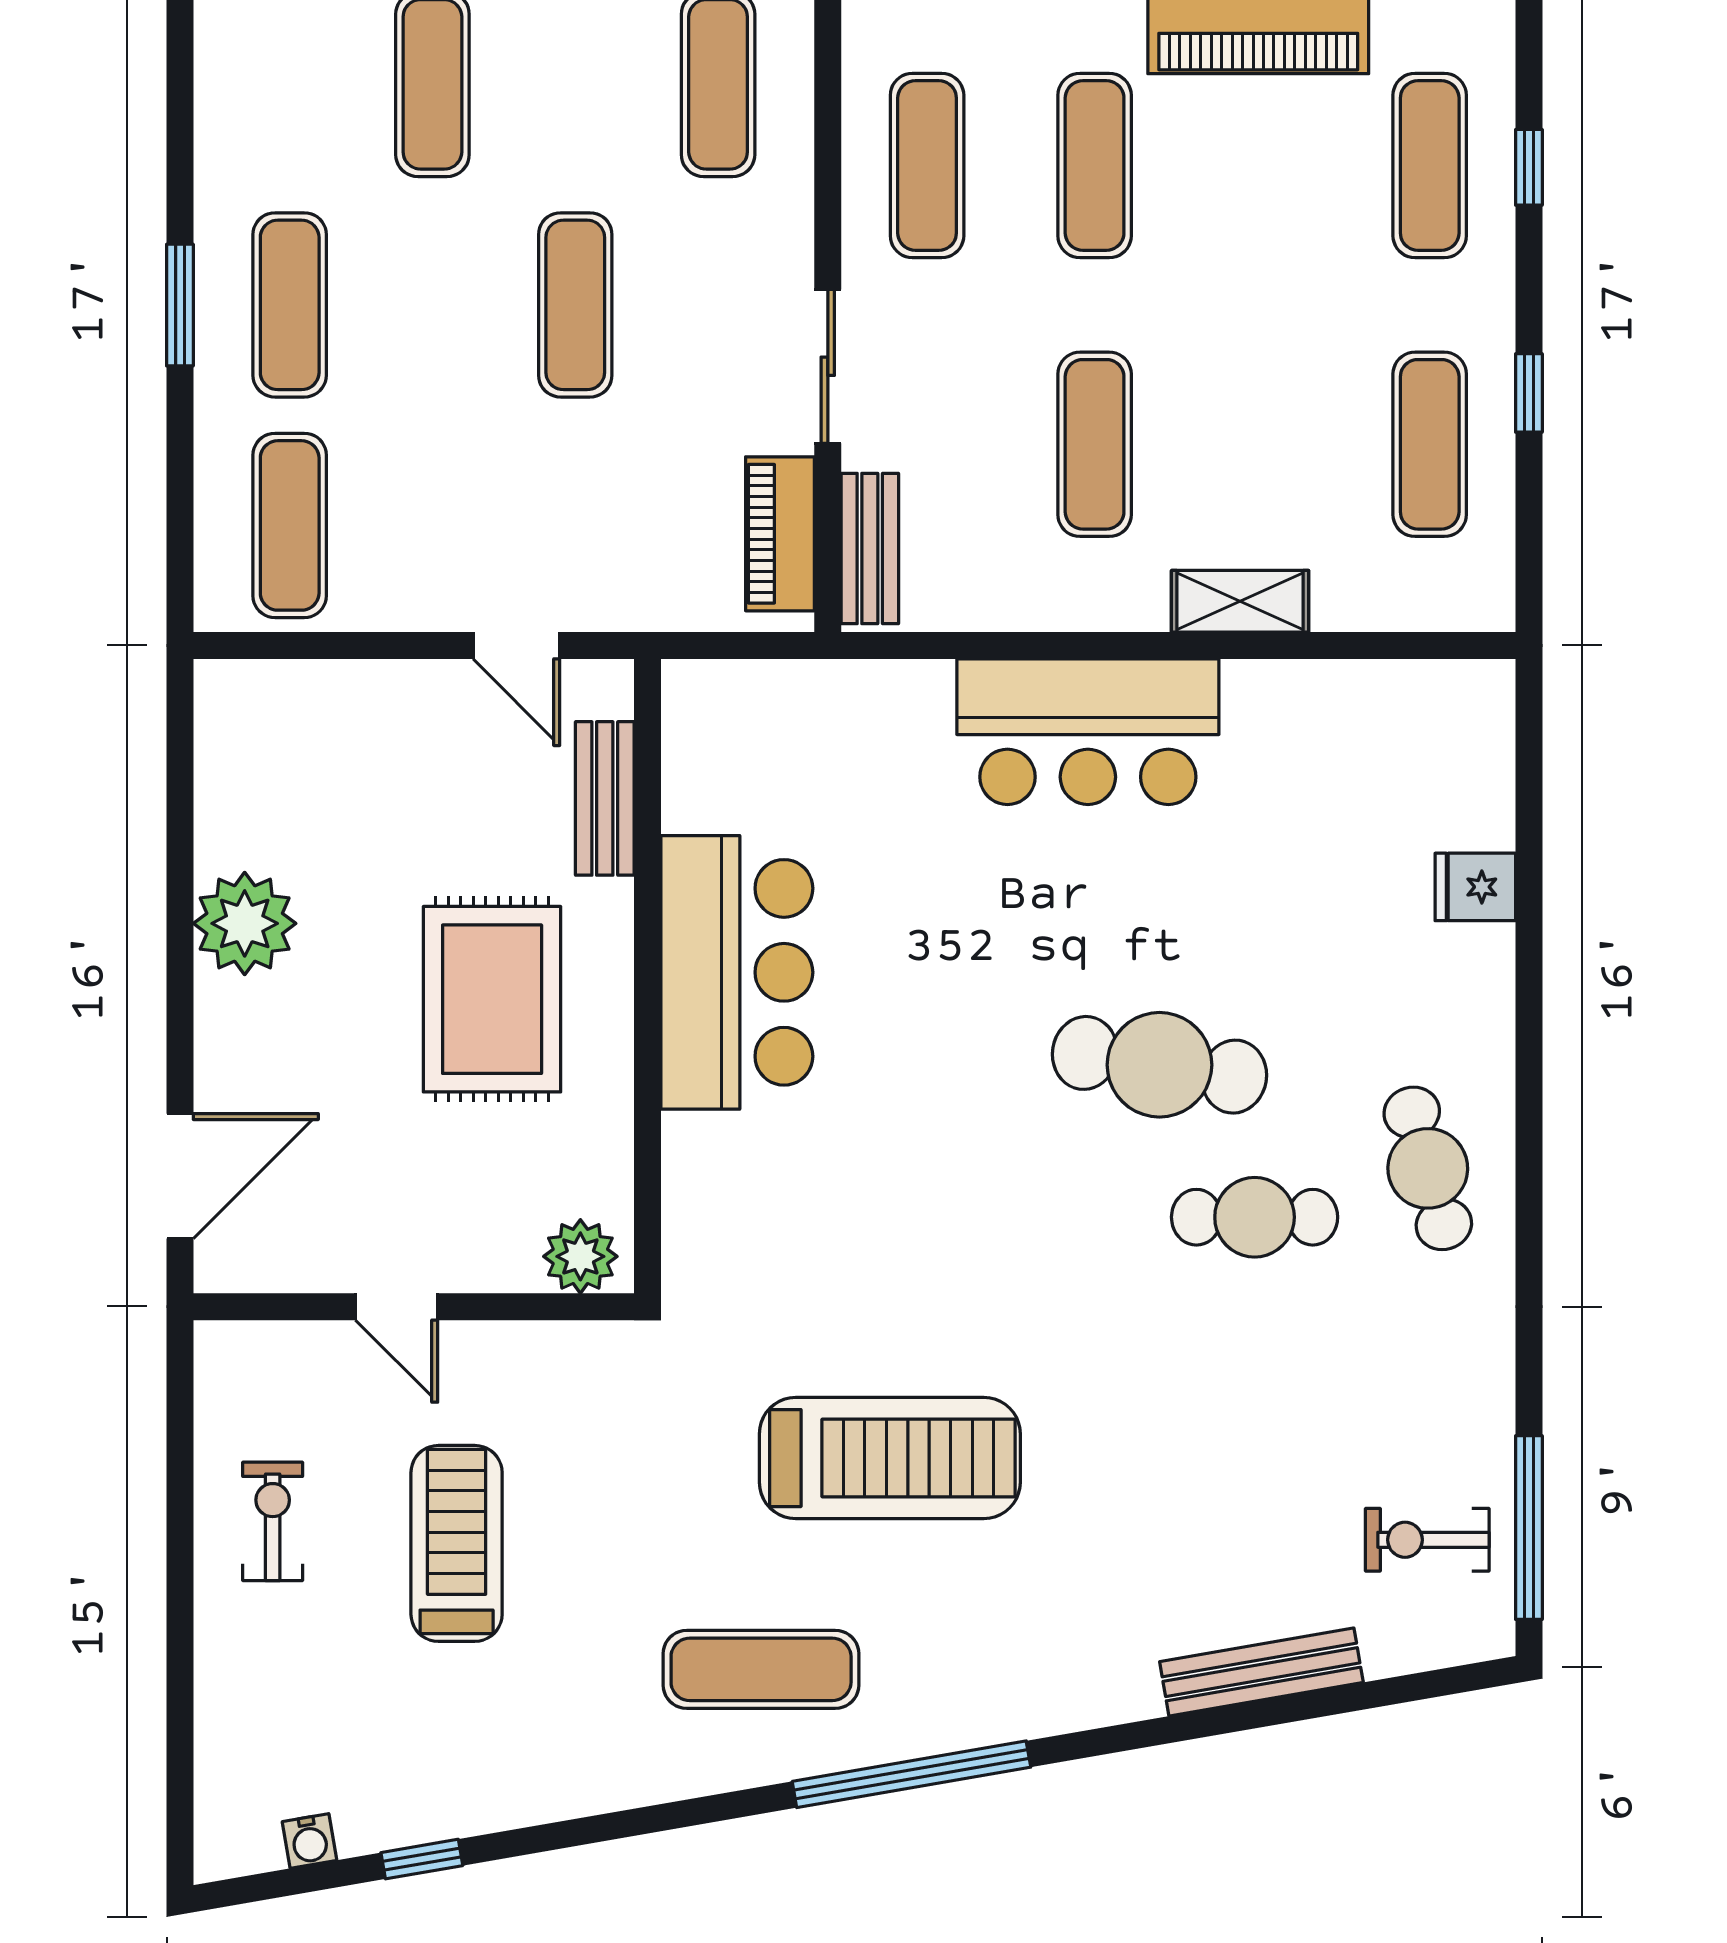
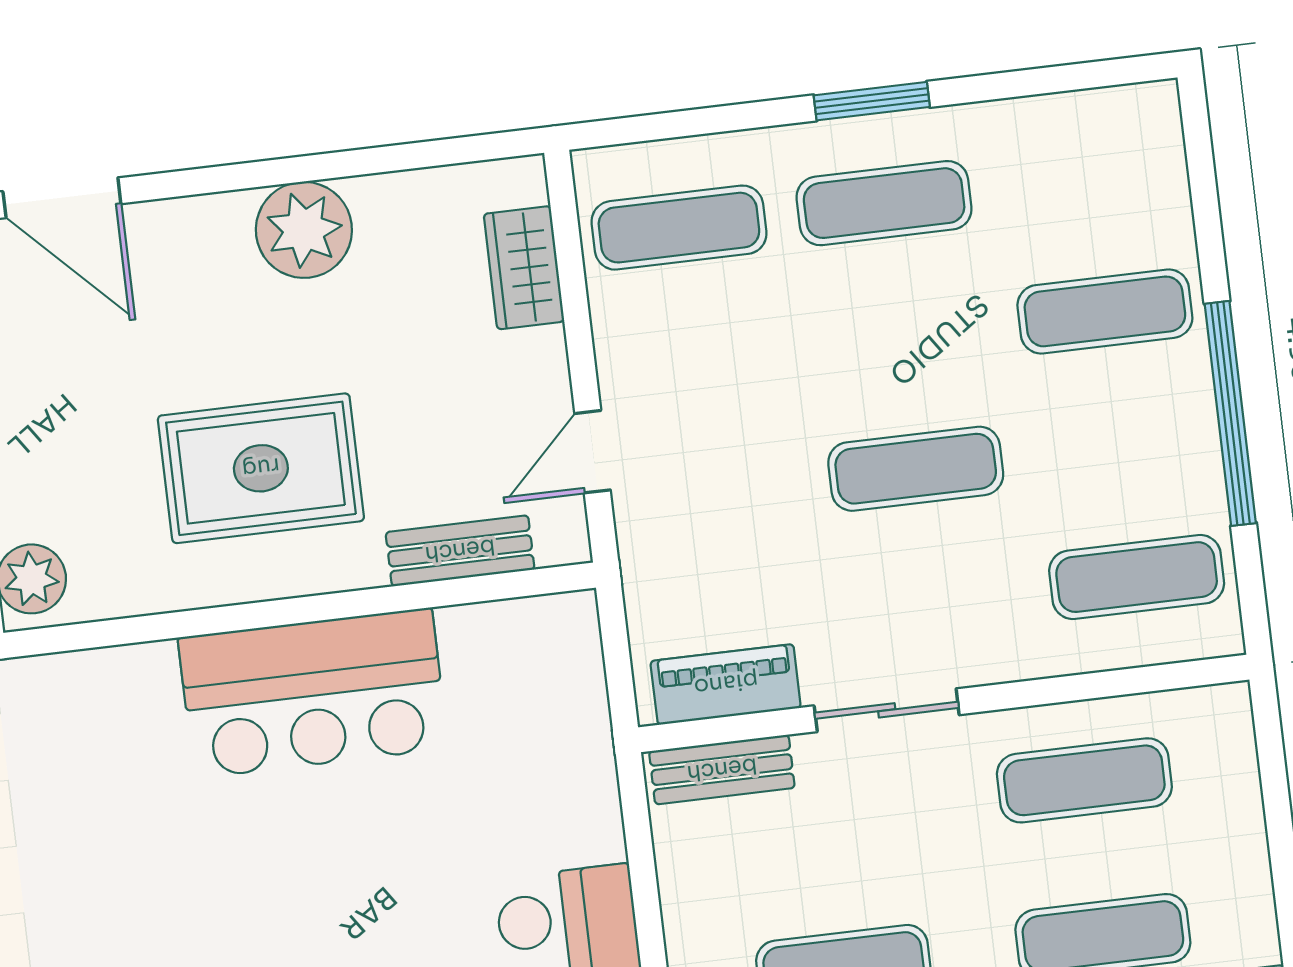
wardrobe: (313, 695) -> (524, 268), added

